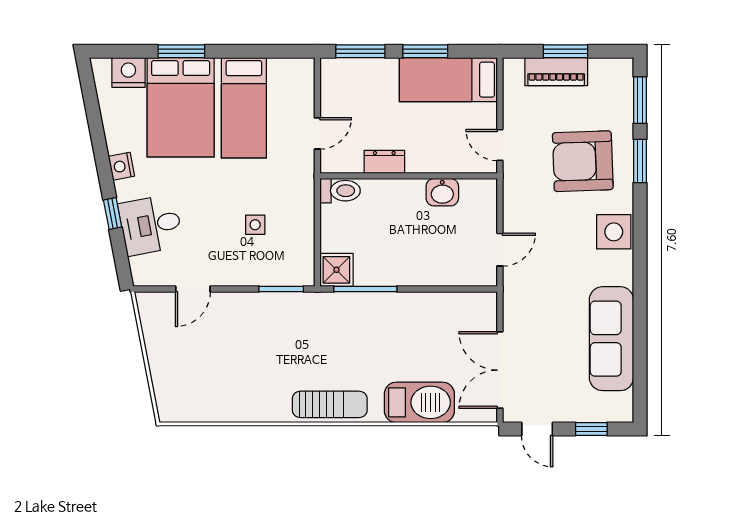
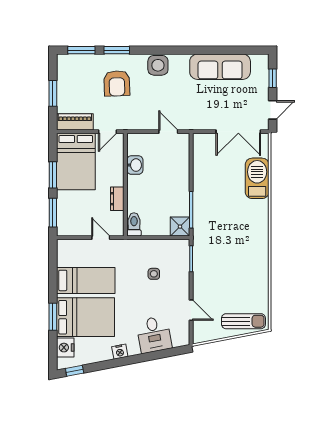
piano: (556, 72) -> (75, 122), moved, turned -90
bed: (448, 80) -> (76, 162), width x1.50
armchair: (583, 161) -> (117, 83), width x0.73, depth x0.73
window: (113, 213) -> (75, 371), moved
sun lounger: (330, 404) -> (243, 321), moved, turned 90

